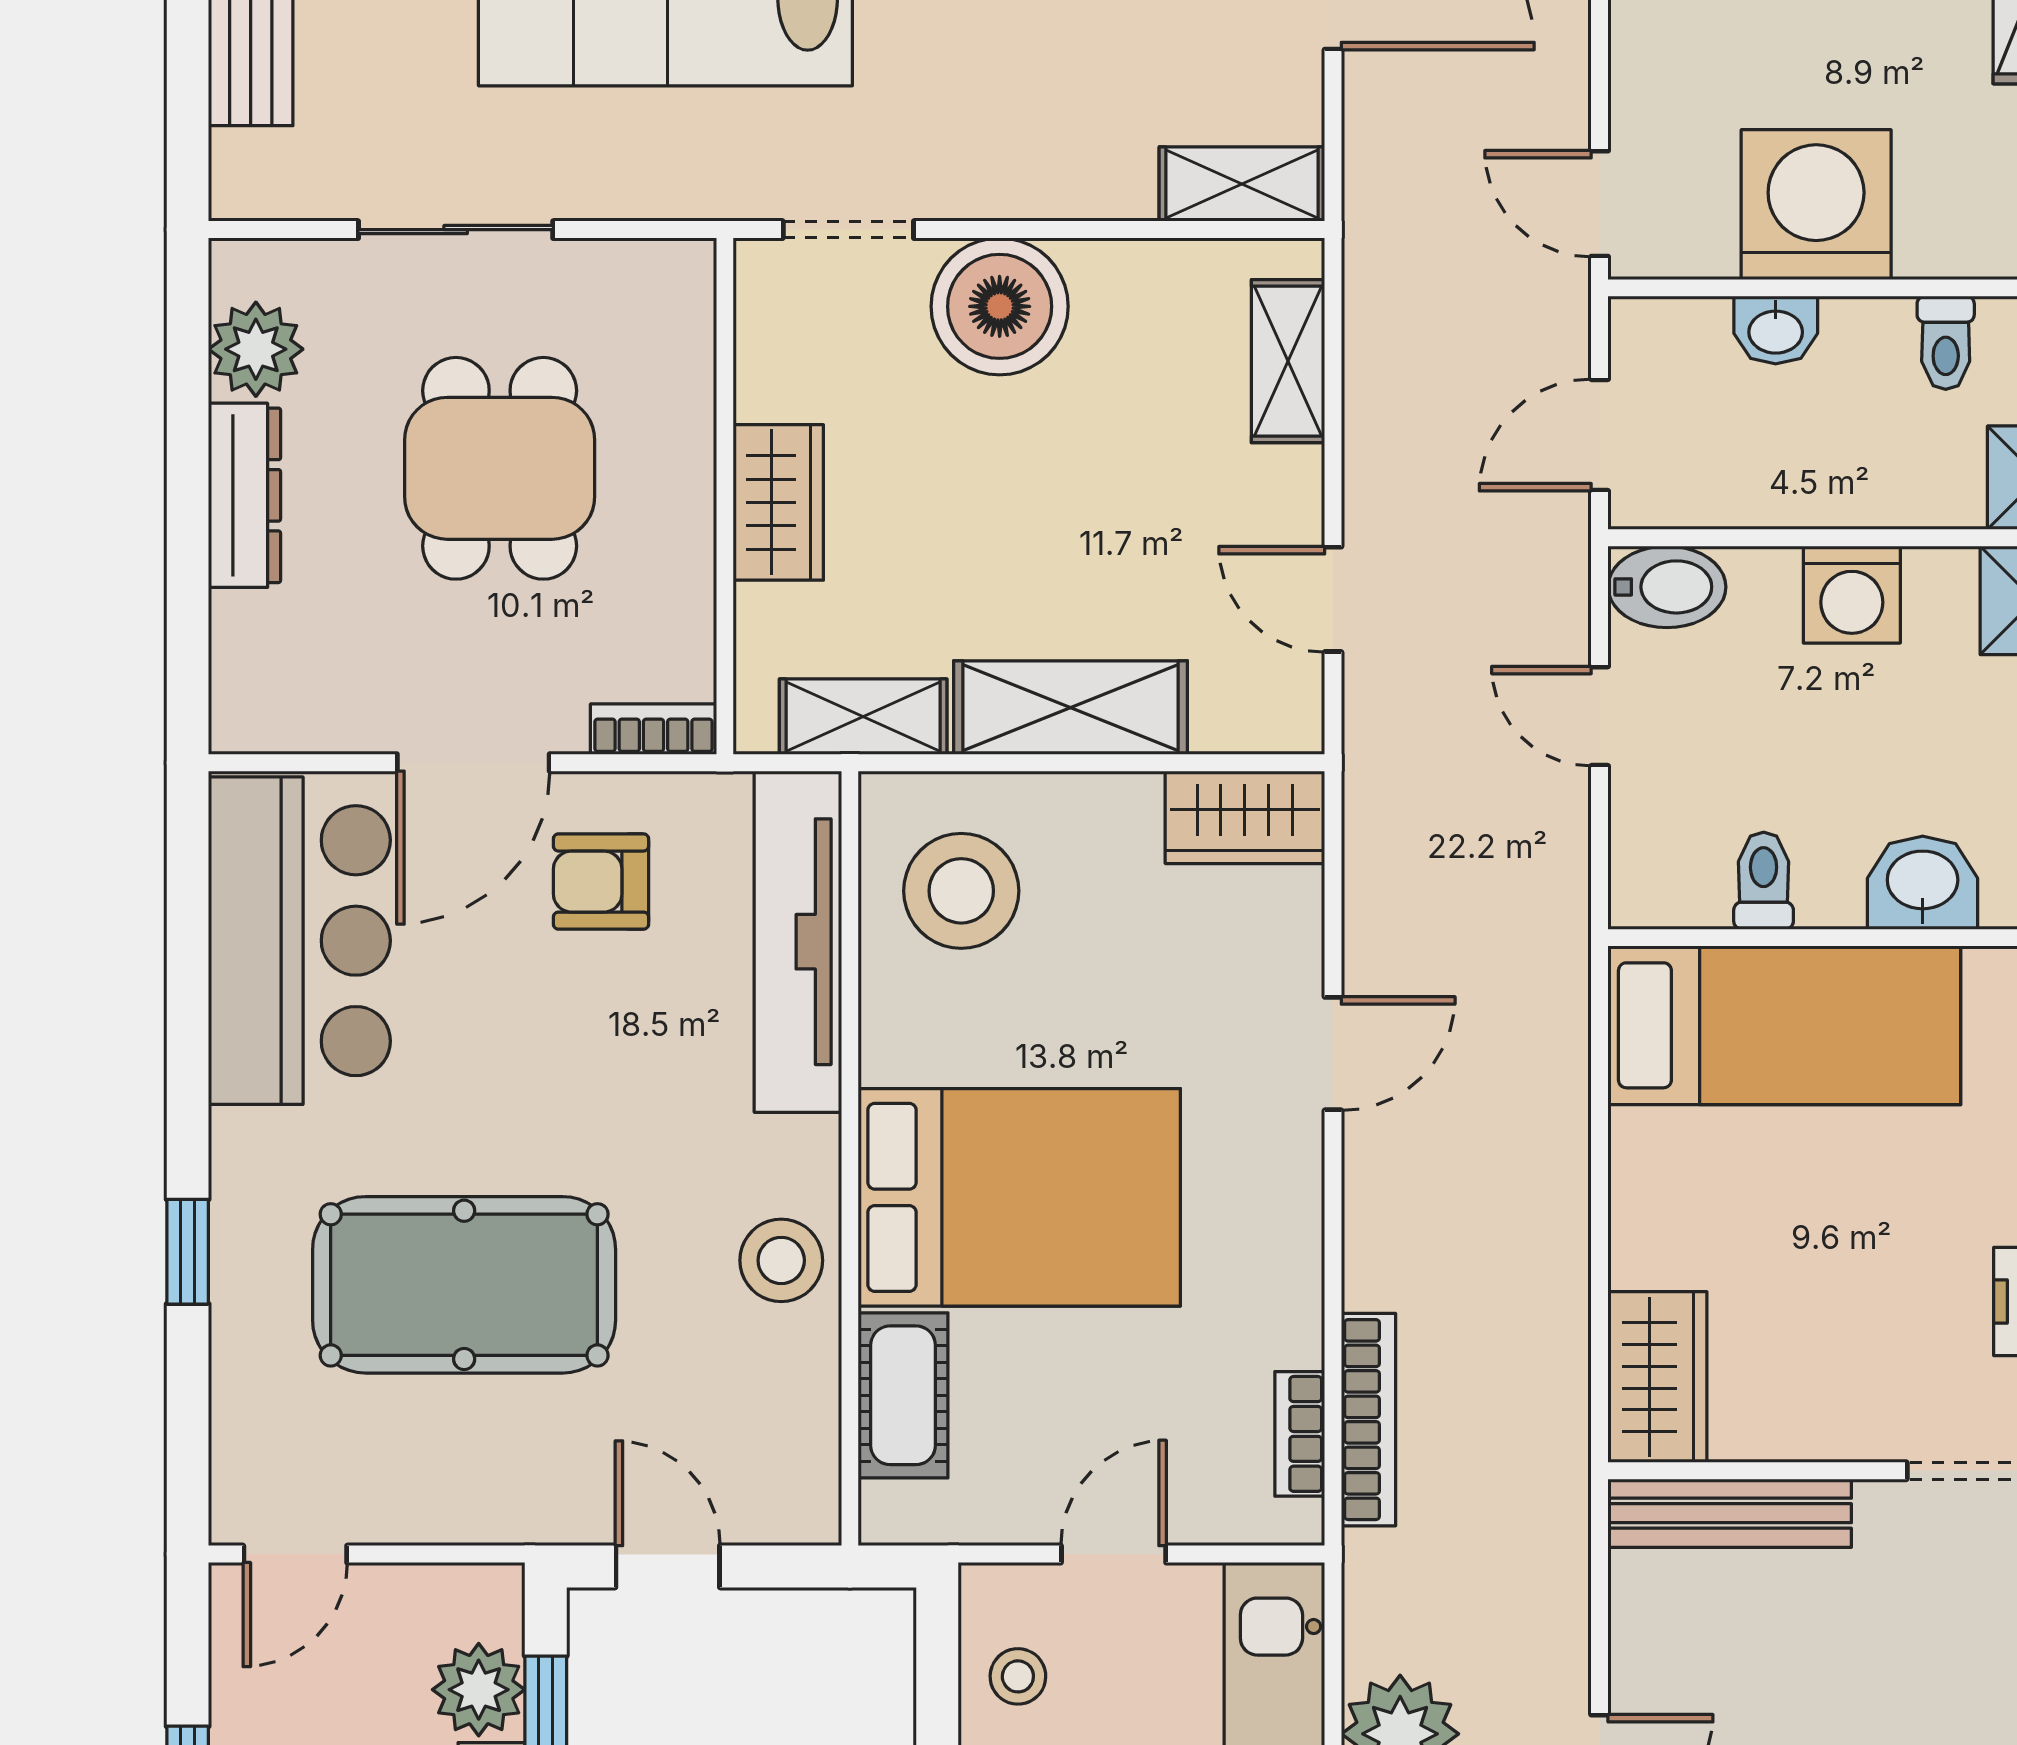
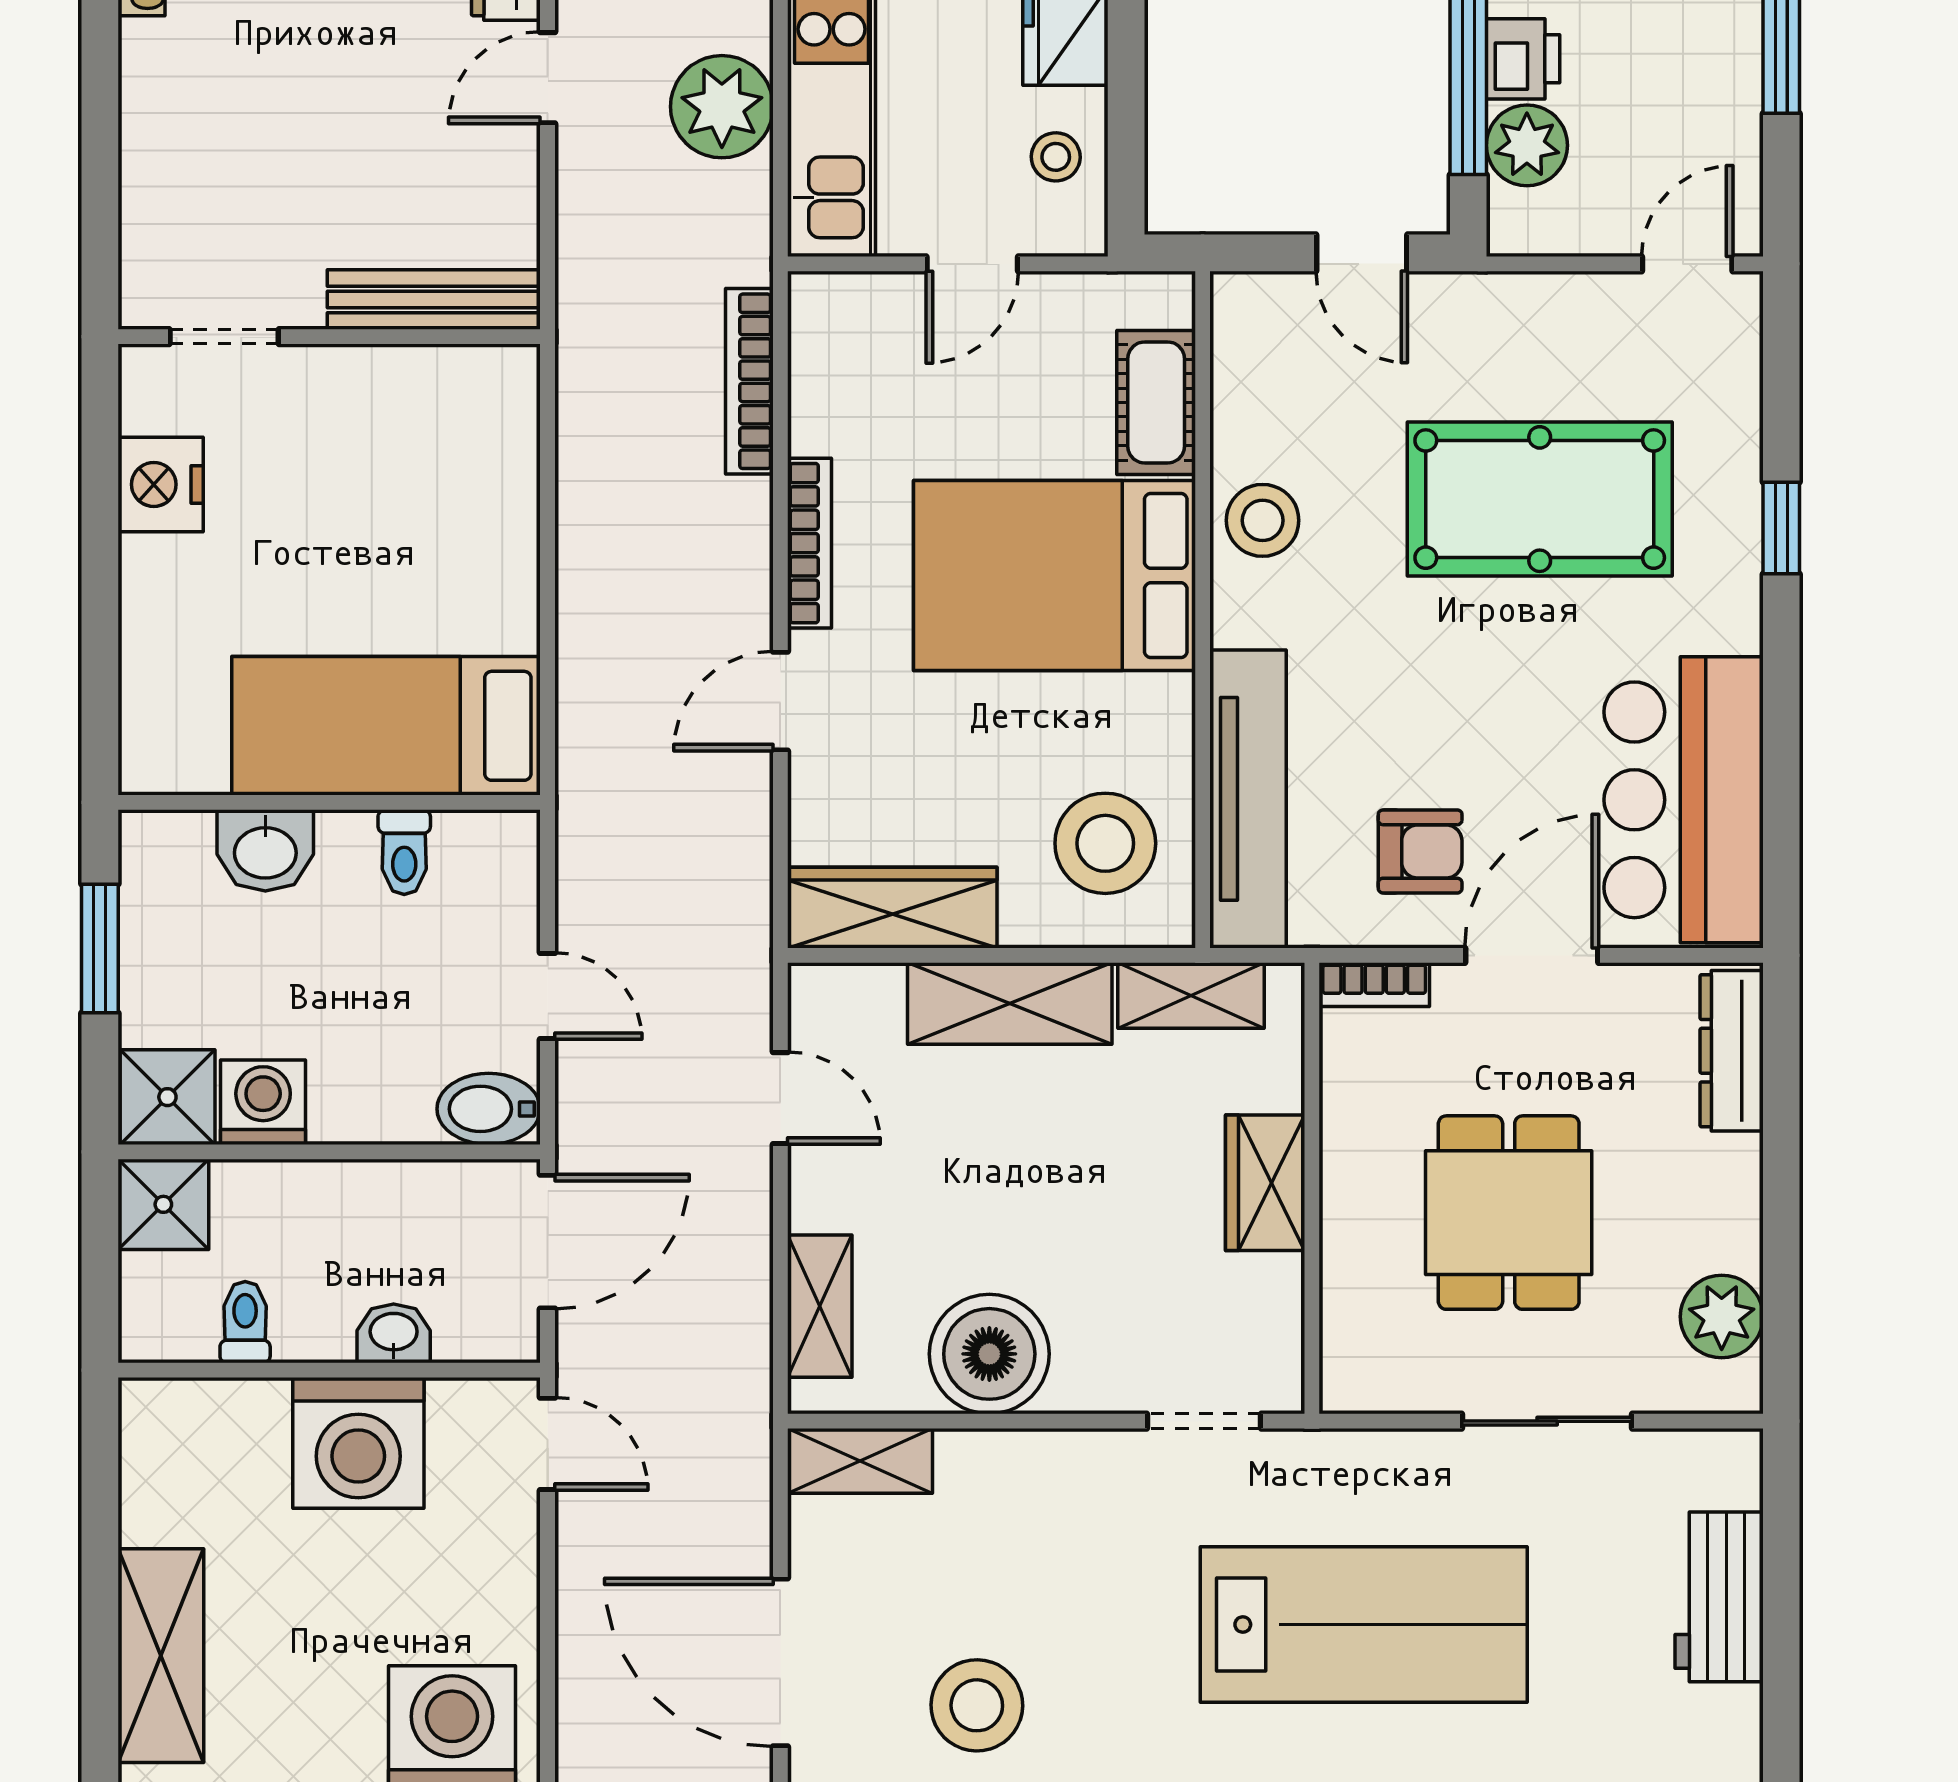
boiler: (1000, 306) -> (989, 1354), moved
door: (1600, 435) -> (548, 1242), width x1.38
dresser: (244, 495) -> (1732, 1051), moved
washing machine: (1852, 595) -> (263, 1102), moved
wardrobe: (1245, 817) -> (892, 908), width x1.50
wardrobe: (1657, 1377) -> (497, 418), removed
bookcase: (1300, 1434) -> (809, 543), moved, width x1.56

